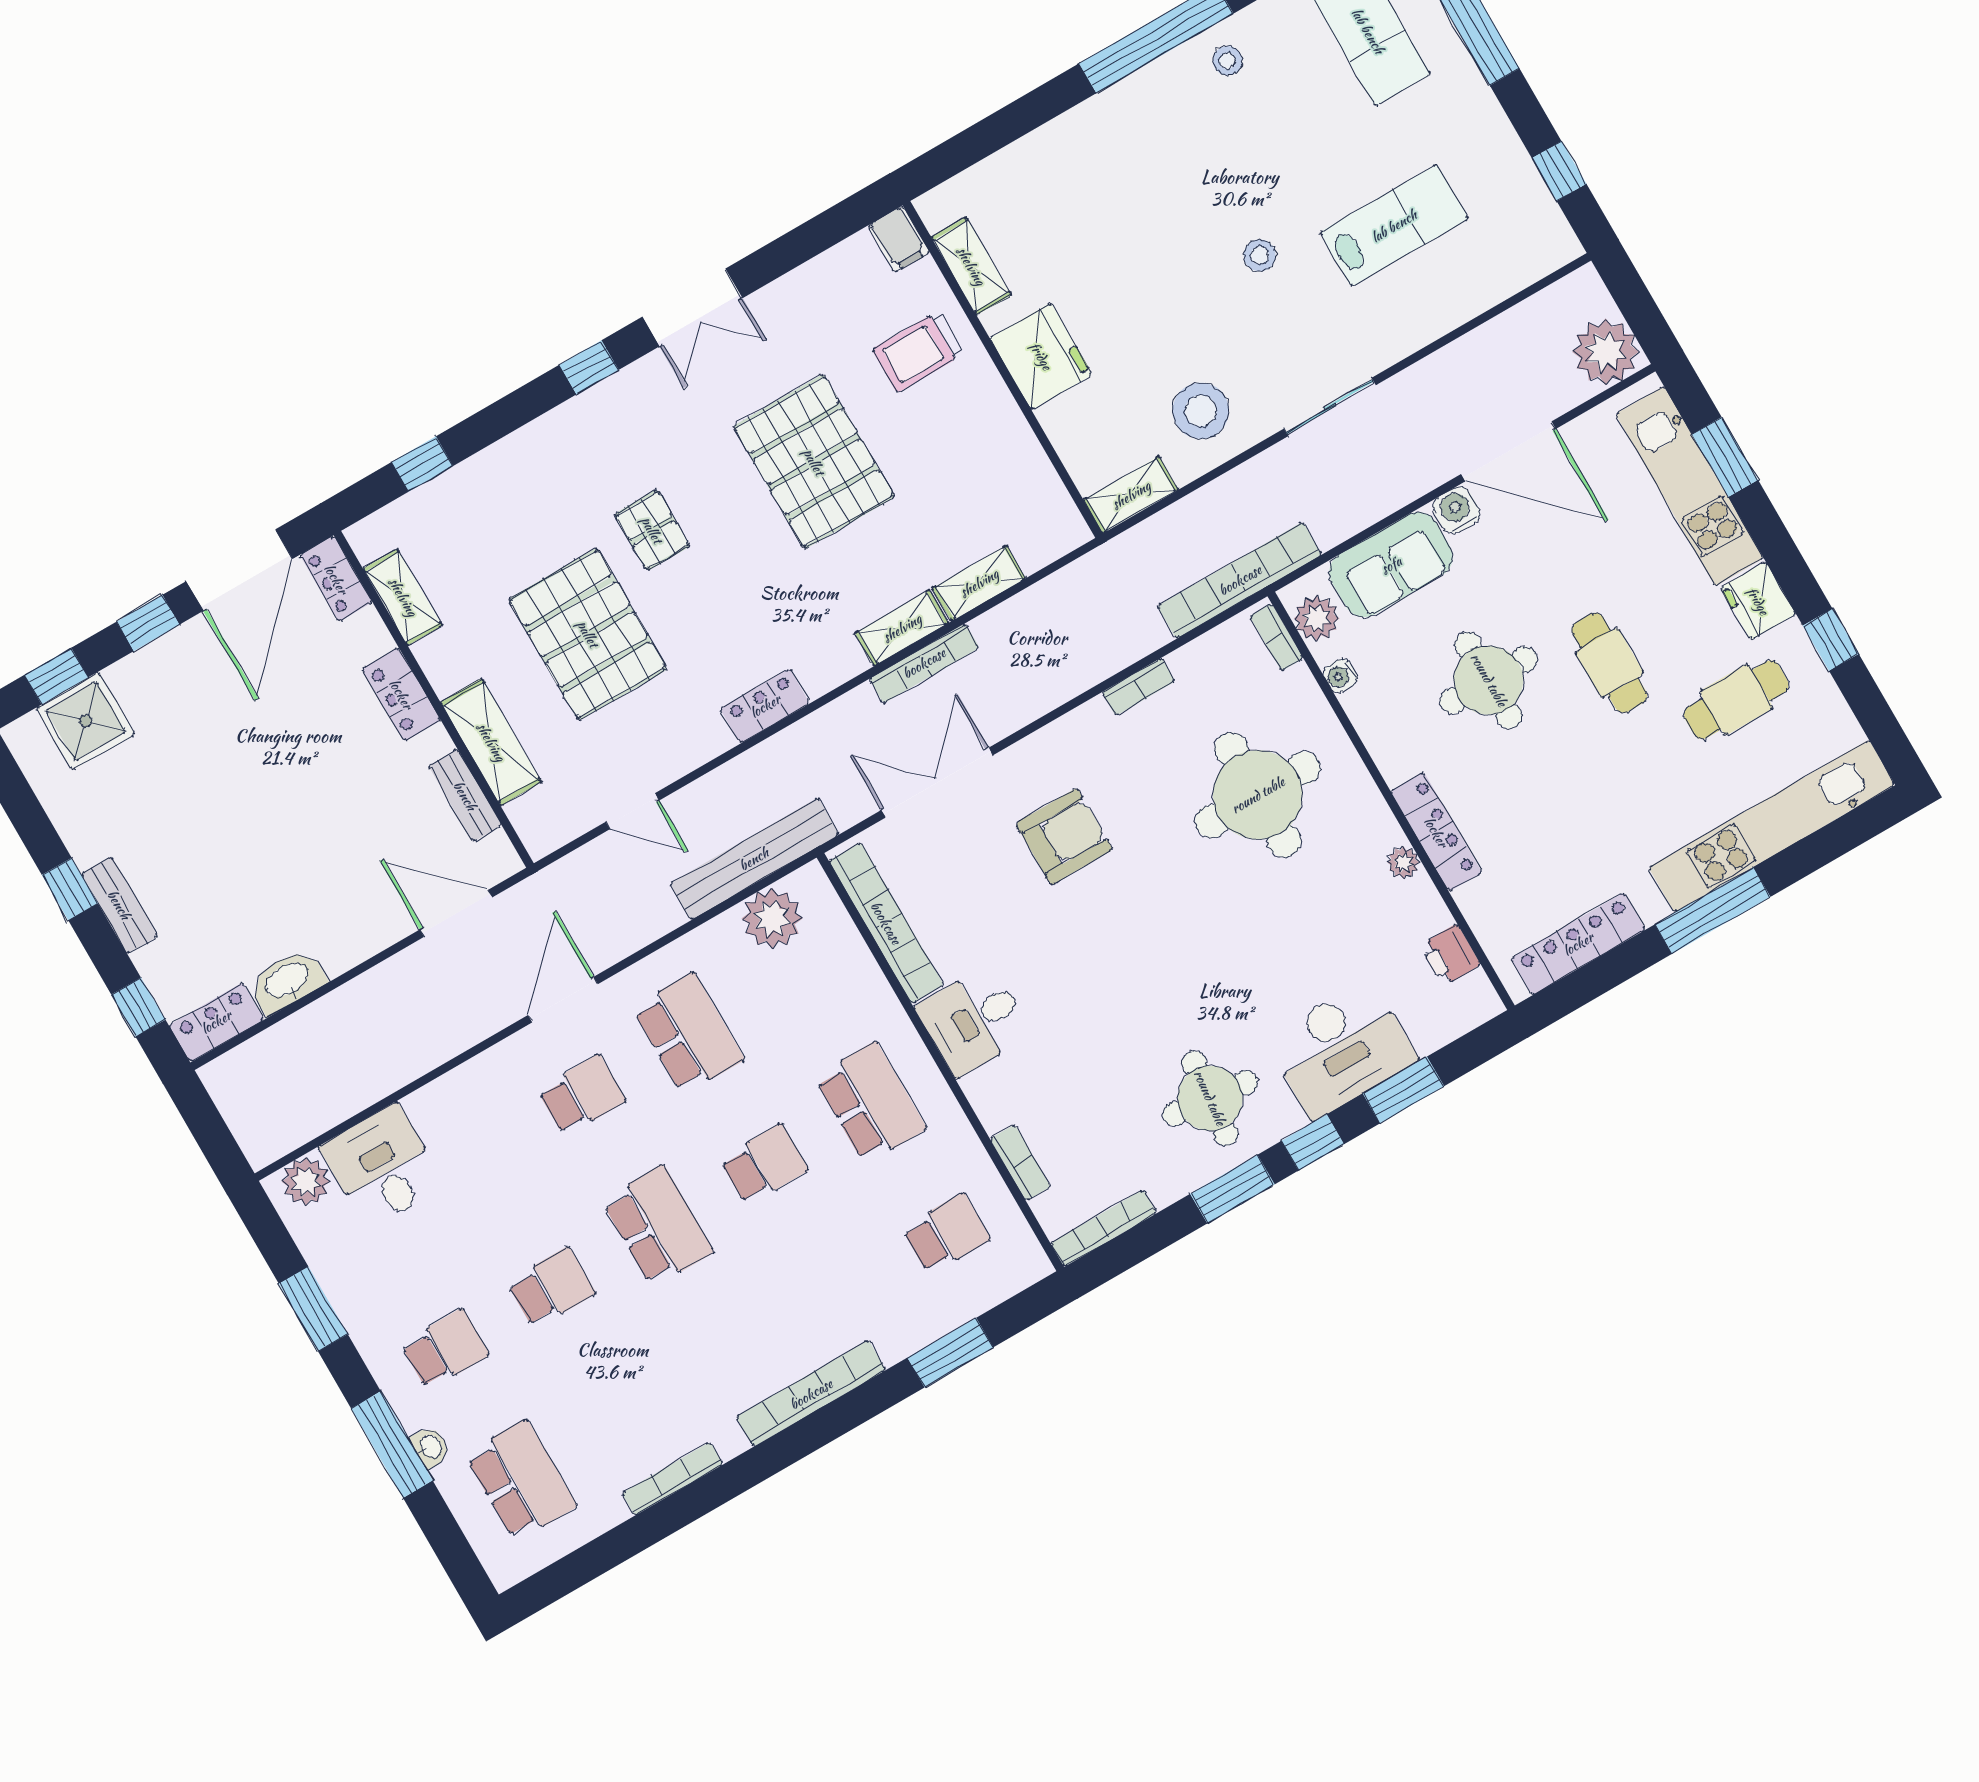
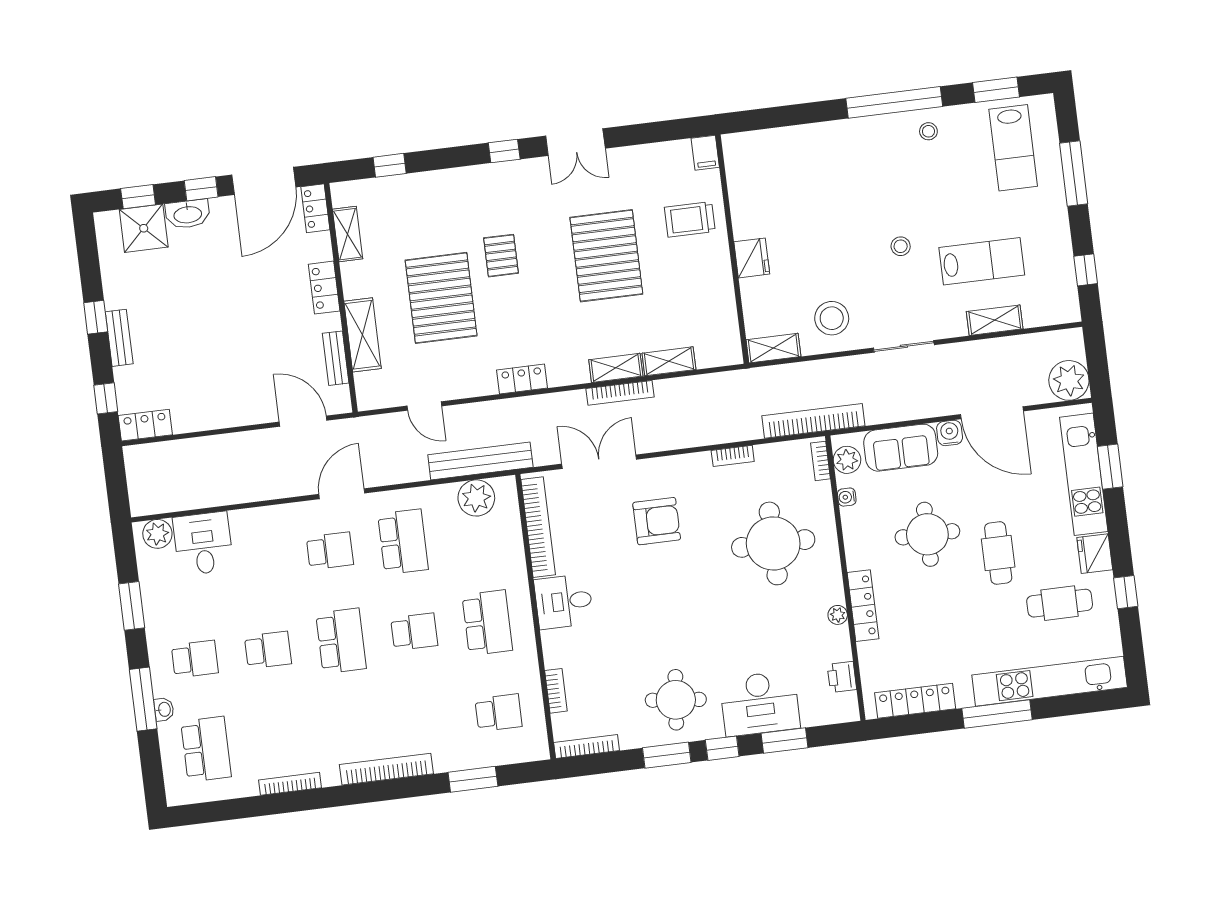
shelving: (971, 266) -> (995, 320), moved, turned 90
fridge: (1041, 356) -> (752, 258), width x0.73, depth x0.75
washbasin: (287, 981) -> (188, 214), moved, turned 180

